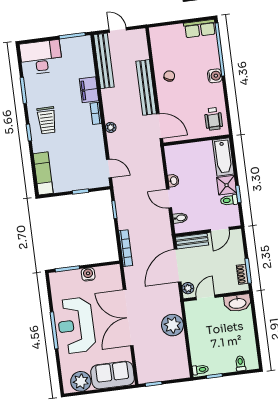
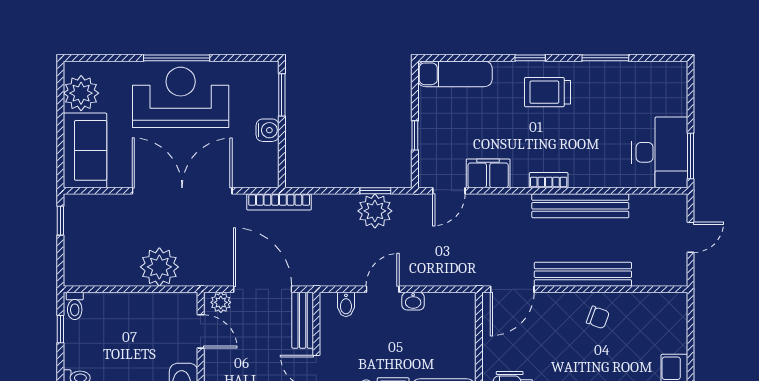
desk: (41, 57) -> (660, 152), moved
bench: (104, 61) -> (580, 206), moved
filing cabinet: (89, 90) -> (488, 173), moved
plant: (111, 127) -> (375, 211), moved, width x1.87, depth x1.87
bookcase: (126, 248) -> (279, 202), moved

